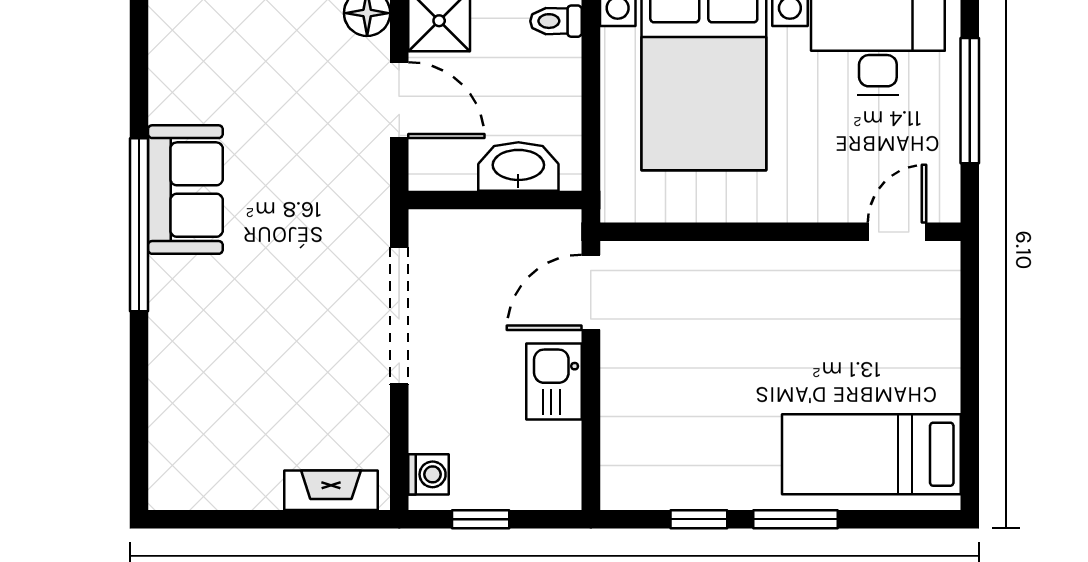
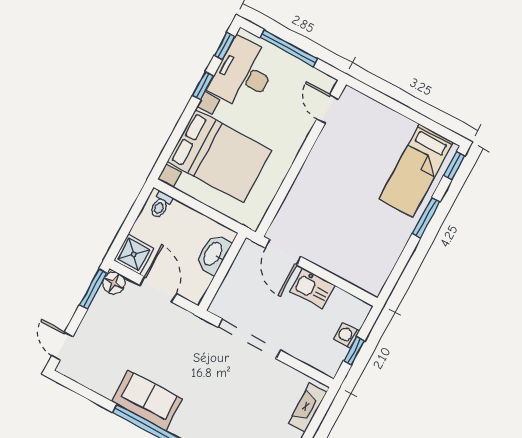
door: (399, 100) -> (158, 289), hinge flipped
washing machine: (428, 474) -> (347, 335), moved, turned -90
window: (699, 519) -> (454, 166), moved

